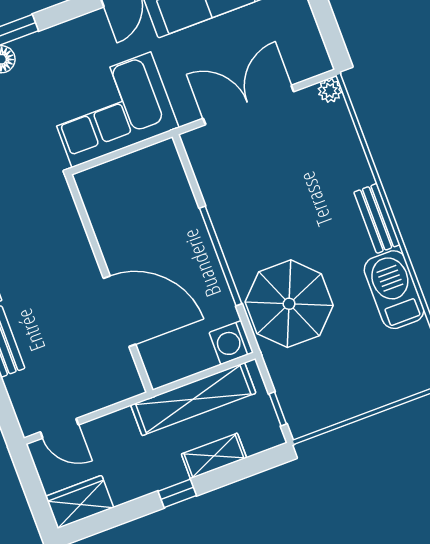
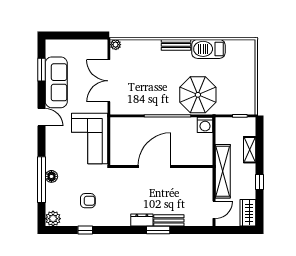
door: (120, 311) -> (155, 166), moved
shelving: (193, 399) -> (223, 171), moved
window: (177, 493) -> (259, 182), moved

